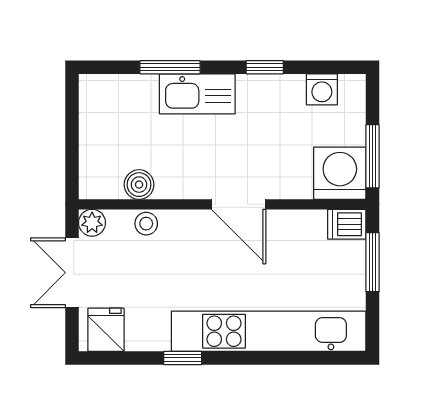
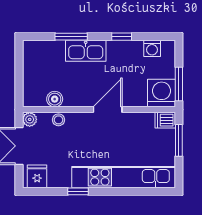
door: (239, 204) -> (108, 110), swing flipped

